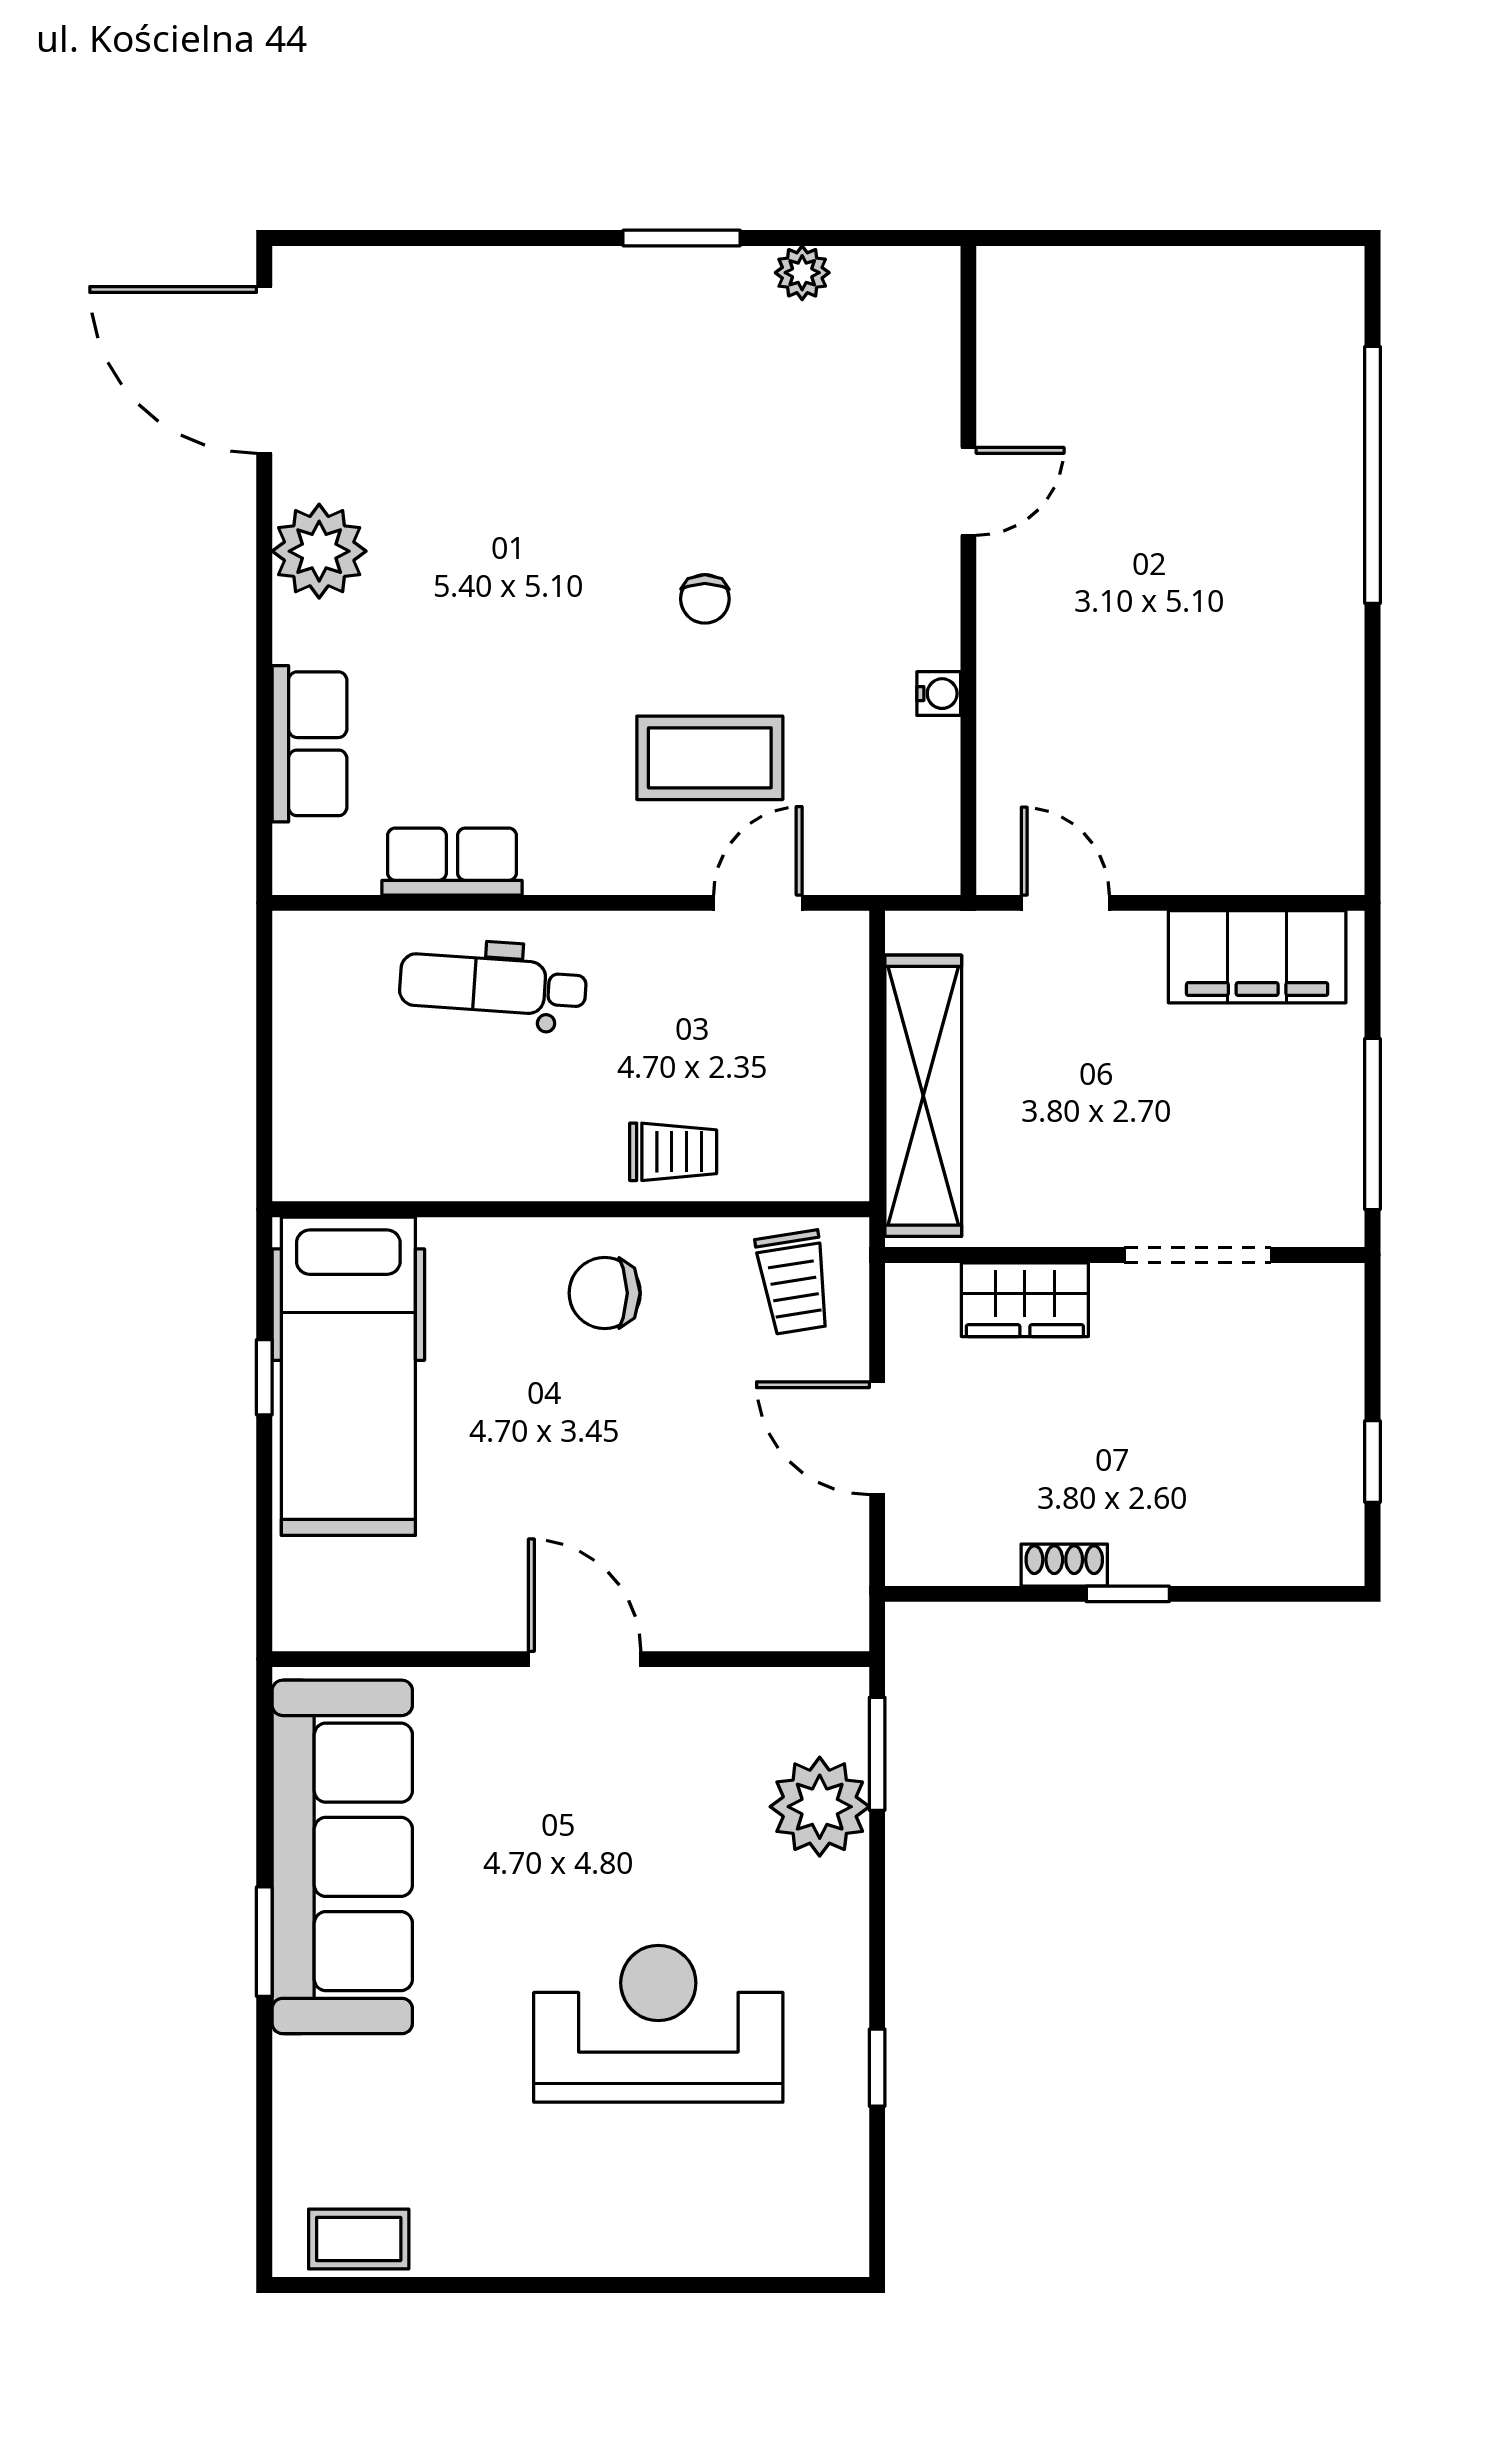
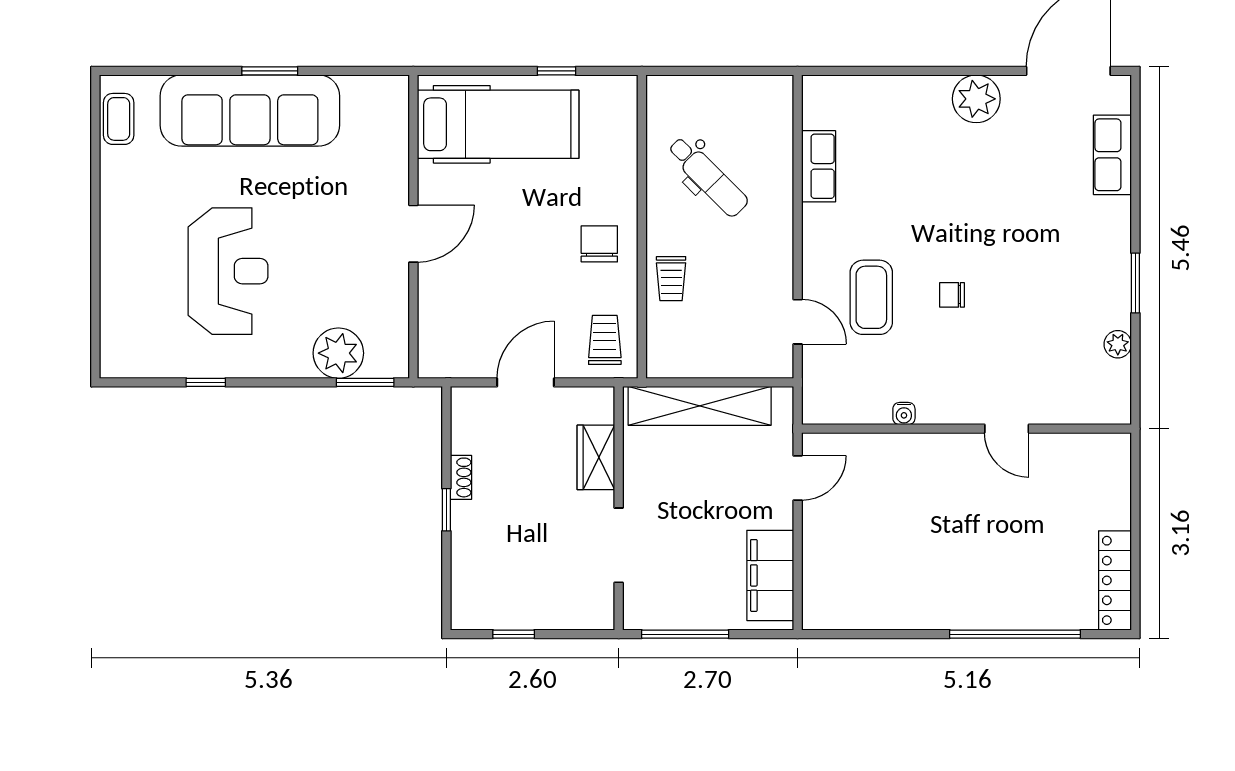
locker: (1267, 278) -> (1115, 580), added
row of seats: (310, 744) -> (1112, 155), moved, turned 90
dental chair: (493, 985) -> (708, 177), moved, turned 131
trolley: (794, 1282) -> (605, 340), turned 99
hospital bed: (348, 1376) -> (498, 124), moved, turned 180
sofa: (342, 1857) -> (250, 111), moved

